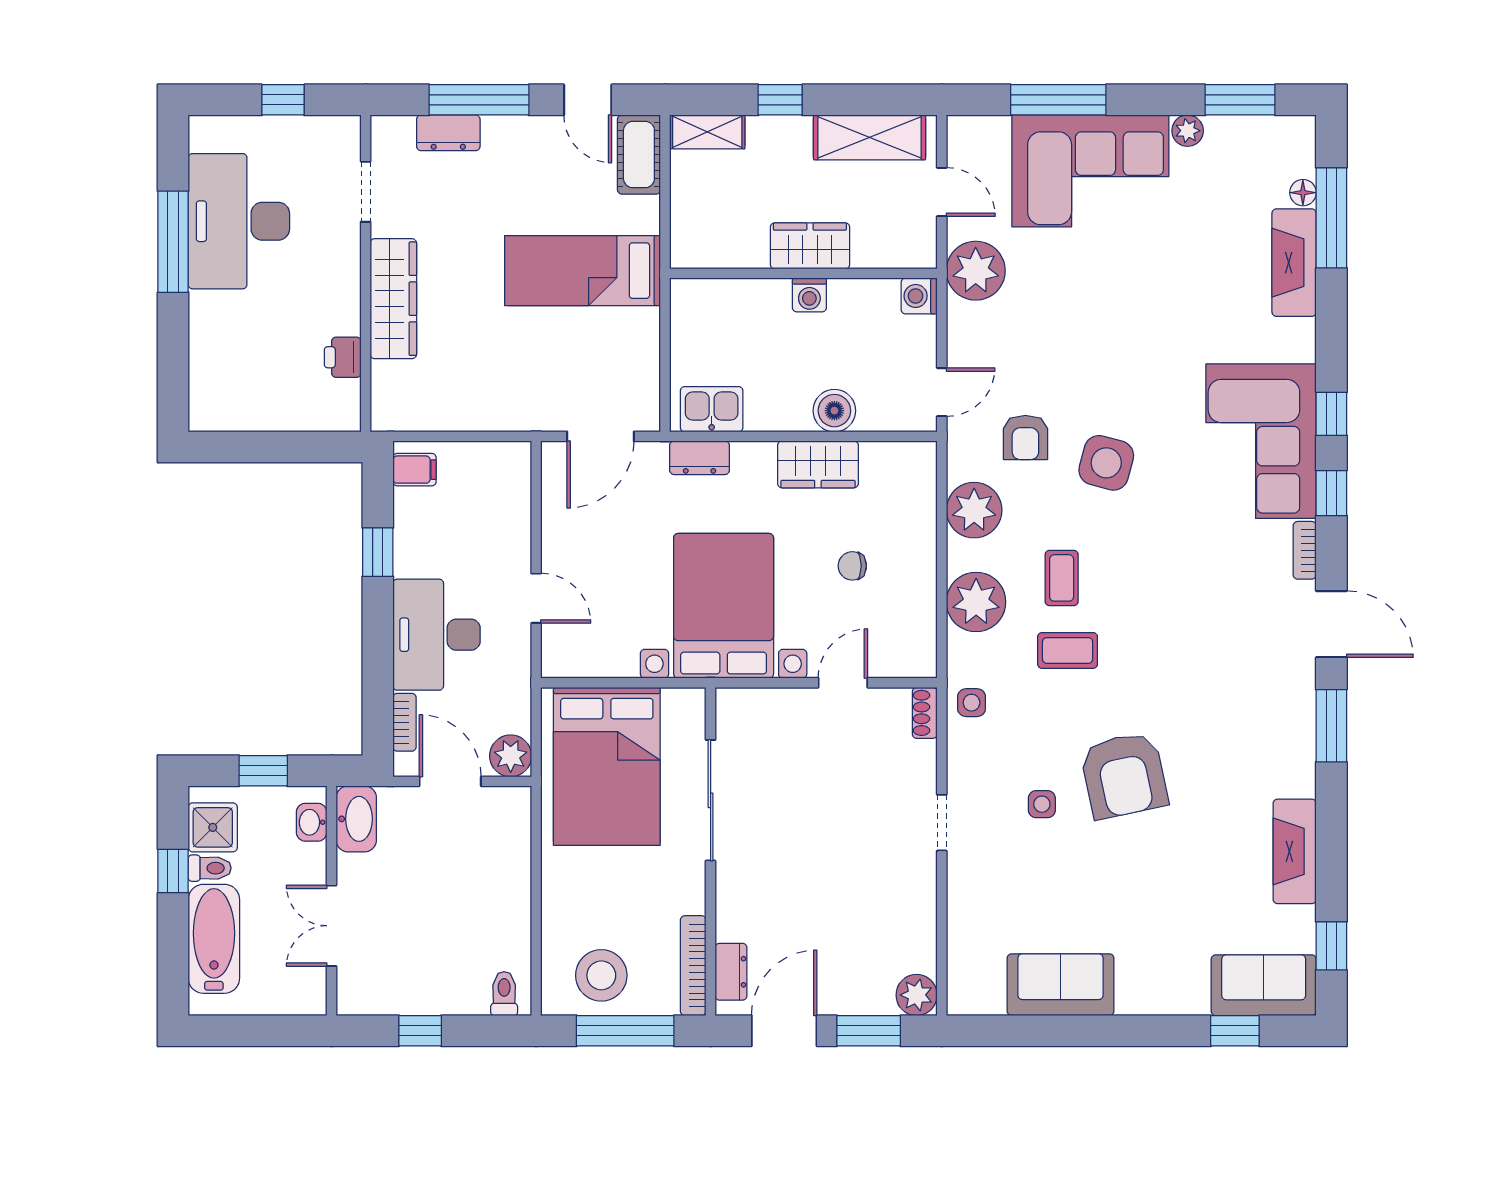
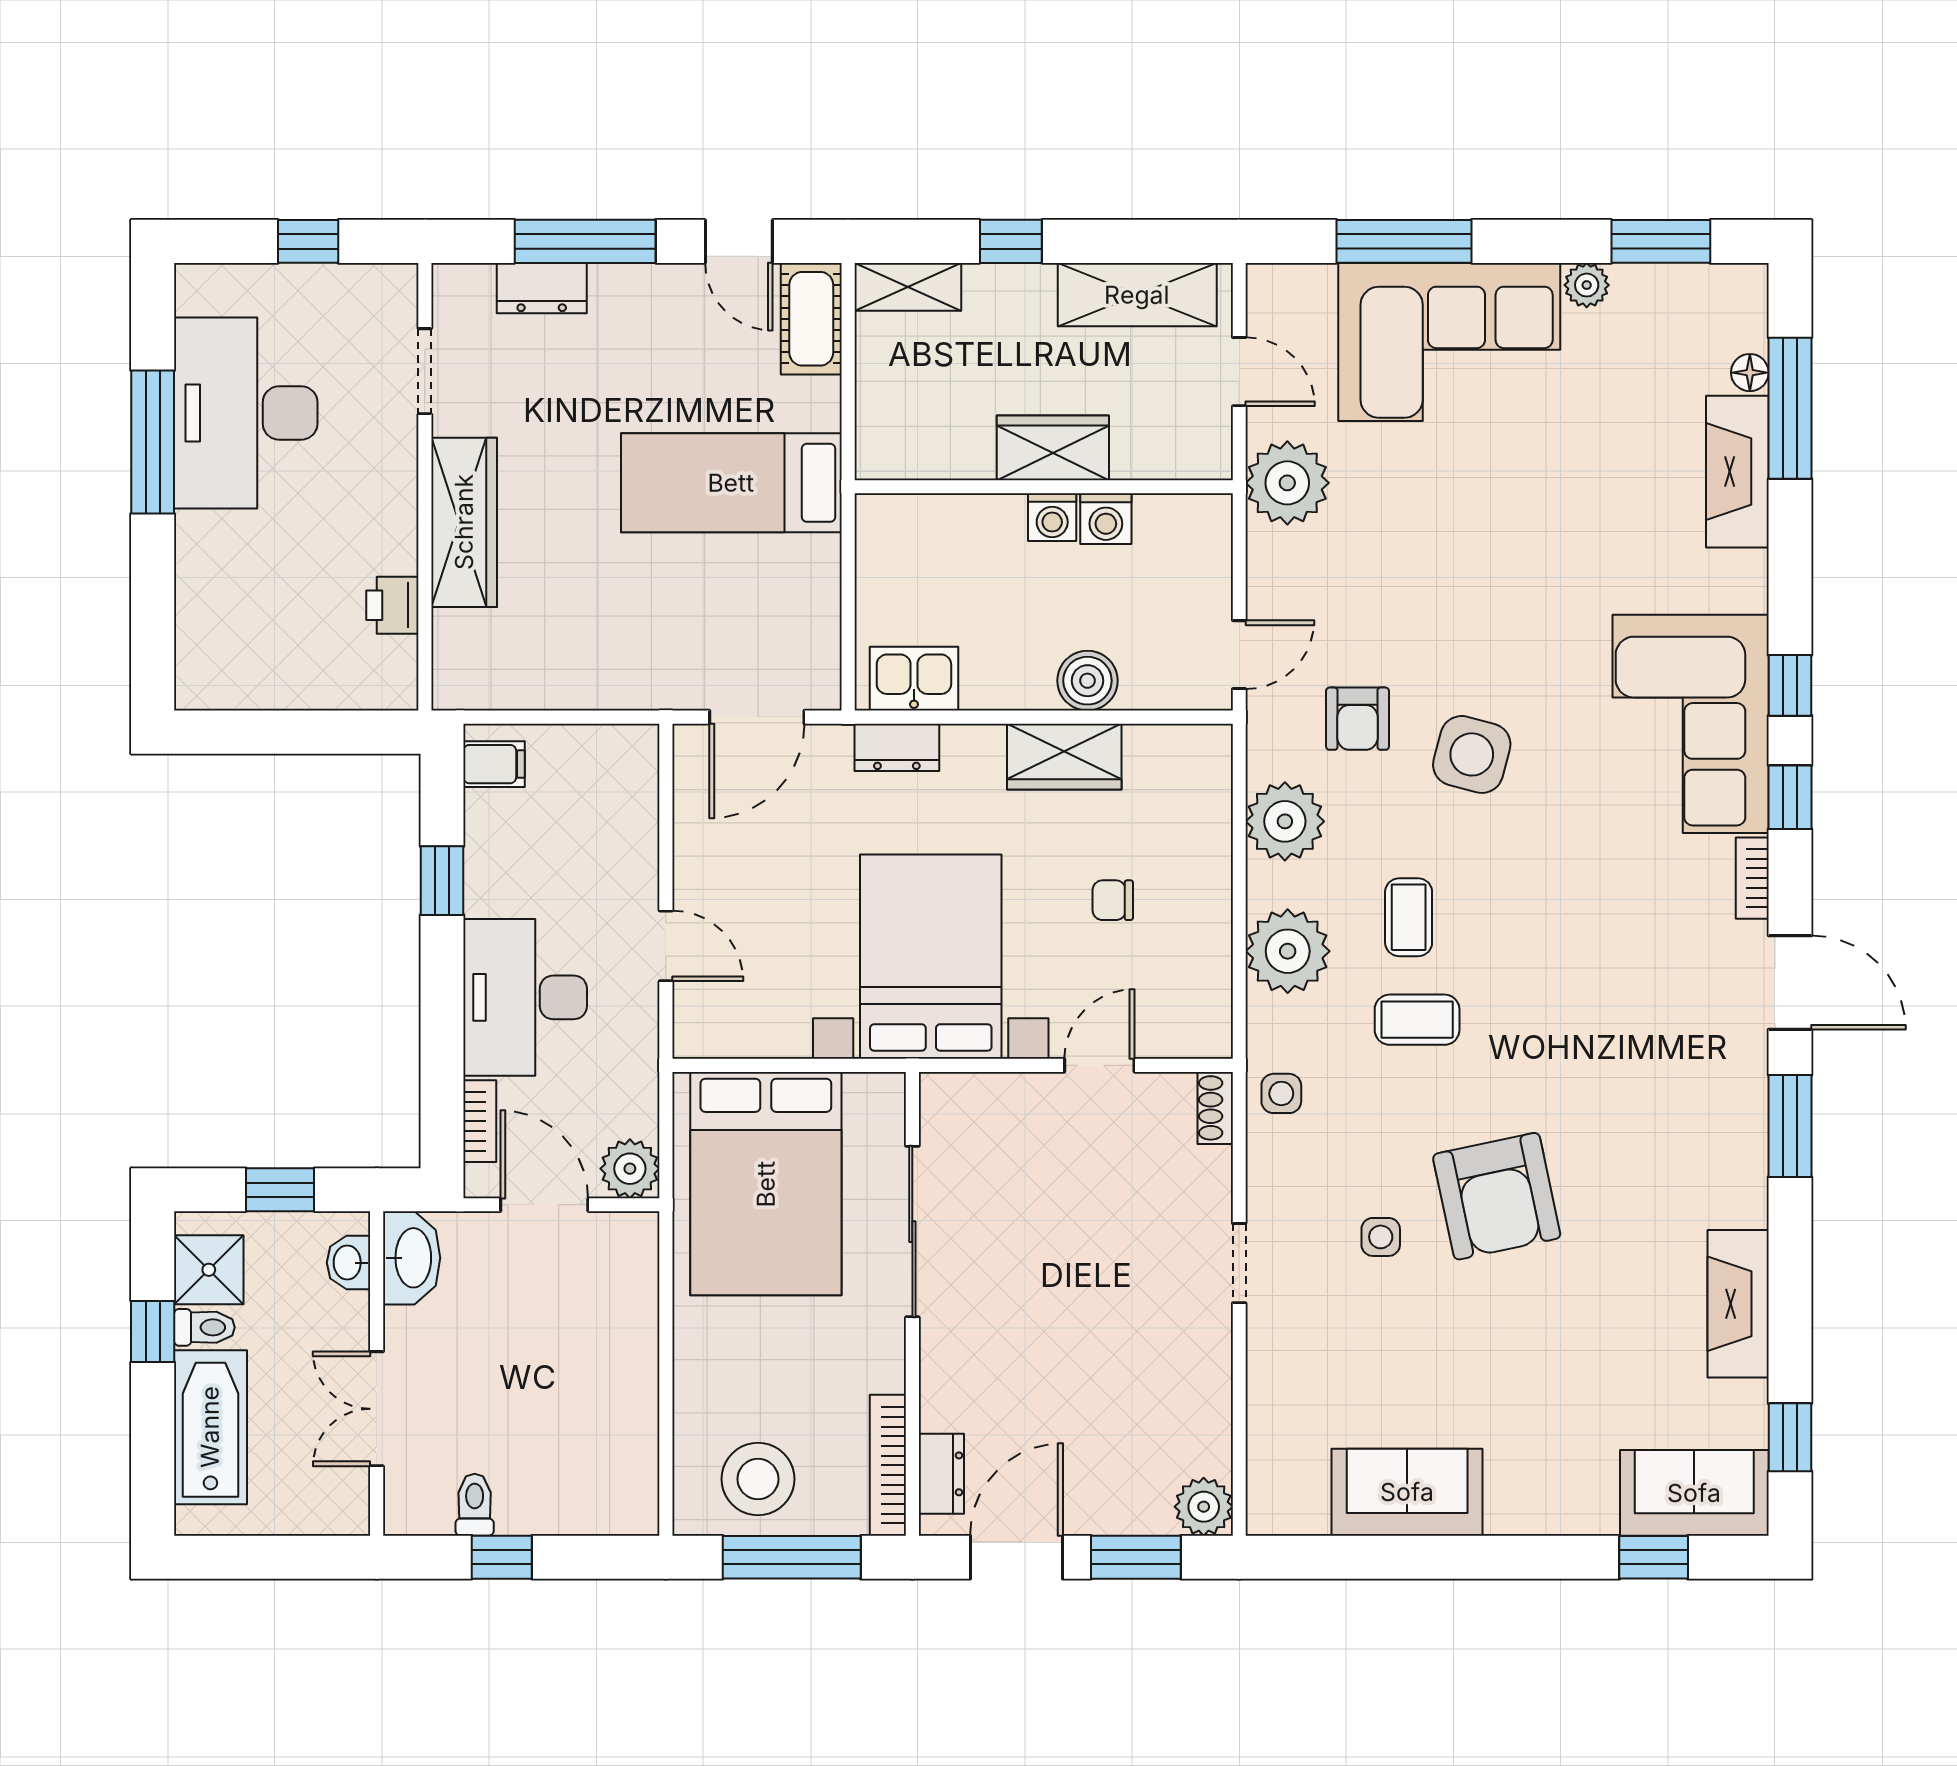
washing machine: (919, 296) -> (1106, 519), moved, turned -90
toilet: (504, 994) -> (475, 1505), moved

